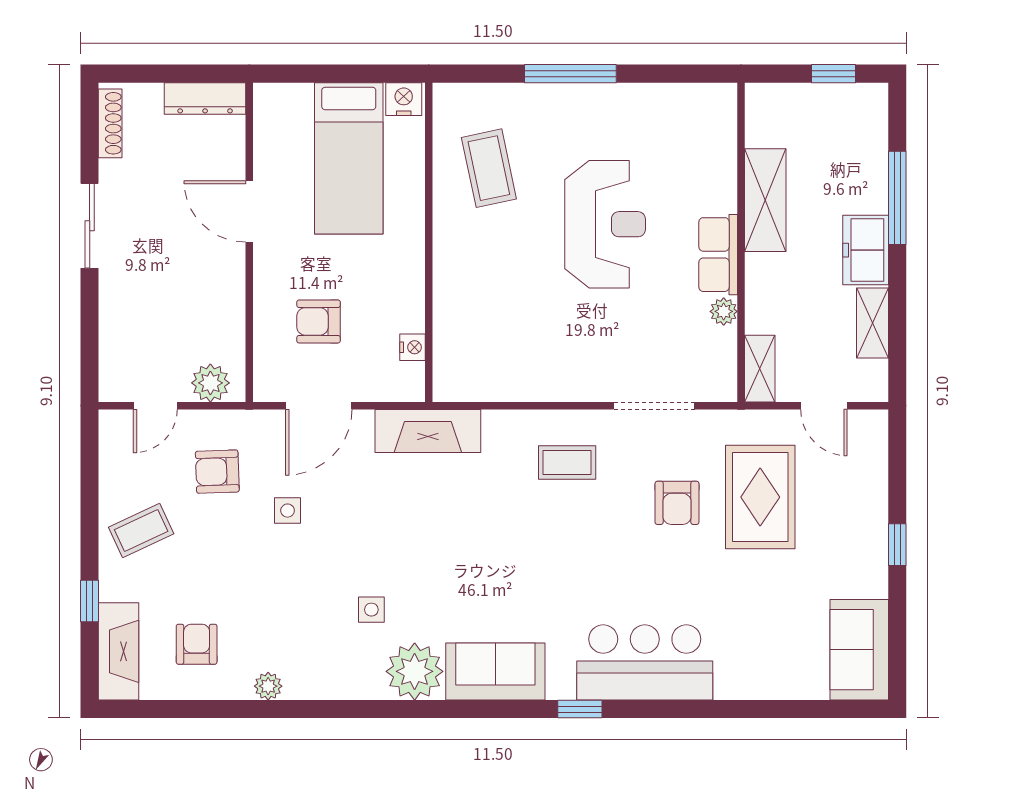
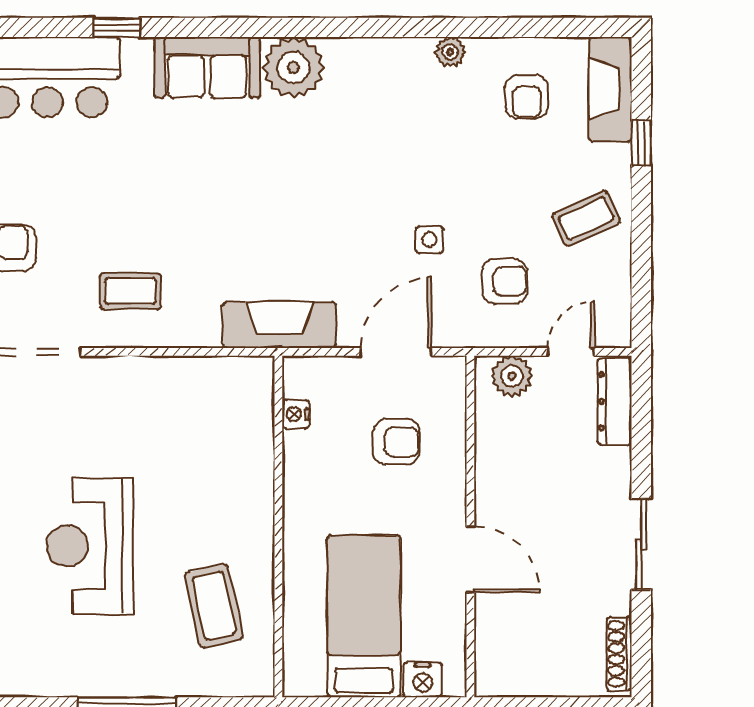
dresser: (205, 98) -> (615, 401), moved, turned -90
nightstand: (404, 99) -> (423, 680), moved
side table: (371, 610) -> (340, 134), removed

